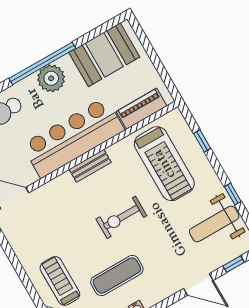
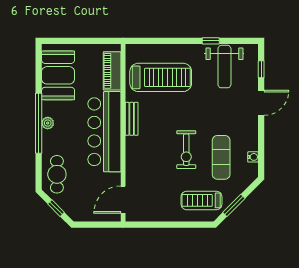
plant: (51, 78) -> (48, 123), width x0.53, depth x0.53
window: (202, 141) -> (160, 41), removed
bench: (90, 166) -> (132, 119), moved
exercise bike: (121, 217) -> (186, 150), moved

